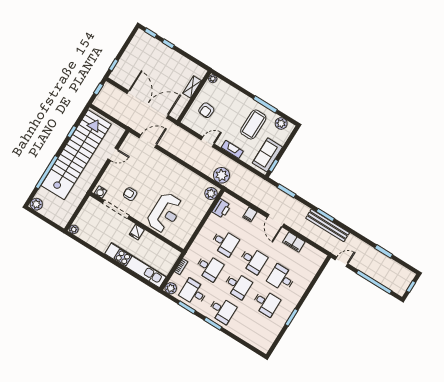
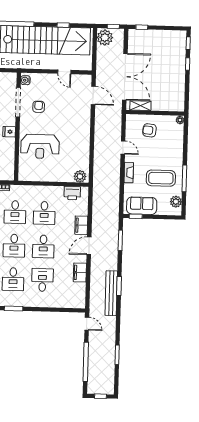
shelving: (192, 87) -> (140, 106), moved
plant: (222, 175) -> (105, 38), moved
filing cabinet: (250, 214) -> (81, 225), width x2.00

